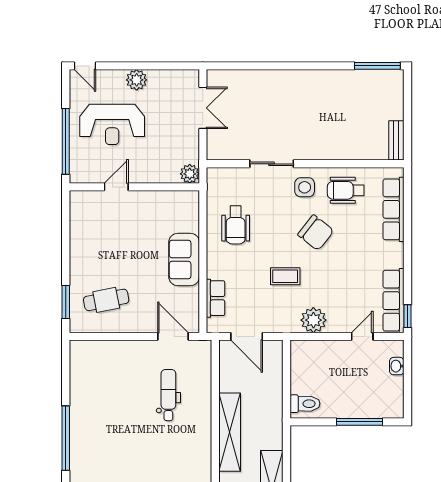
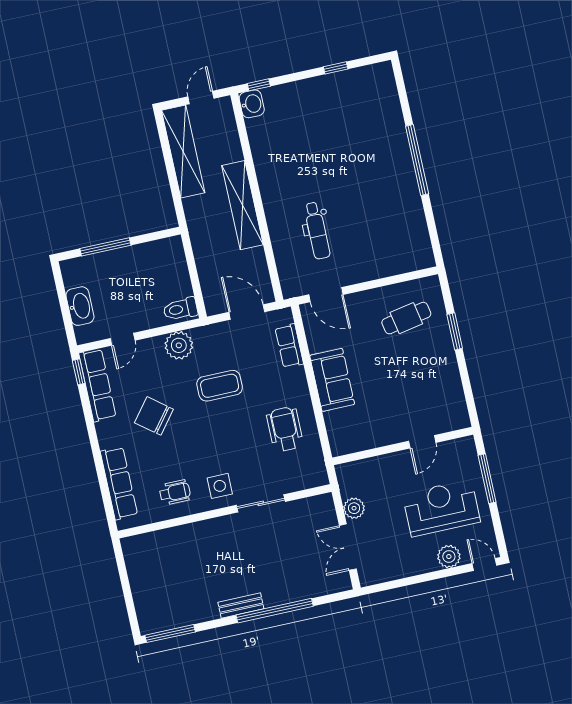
window: (280, 66) -> (275, 611), added
plant: (137, 80) -> (449, 557), moved
bench: (396, 140) -> (241, 605), moved, turned 90
window: (66, 141) -> (487, 479), width x0.68
plant: (190, 174) -> (354, 508), moved
wheelchair: (346, 190) -> (175, 492), width x0.73, depth x0.73
chair: (316, 233) -> (154, 416), moved
coffee table: (285, 276) -> (220, 386), width x1.36, depth x1.30
window: (66, 302) -> (455, 331), moved
washbasin: (397, 366) -> (80, 306), width x1.91, depth x1.45
toilet: (305, 404) -> (180, 309), moved

